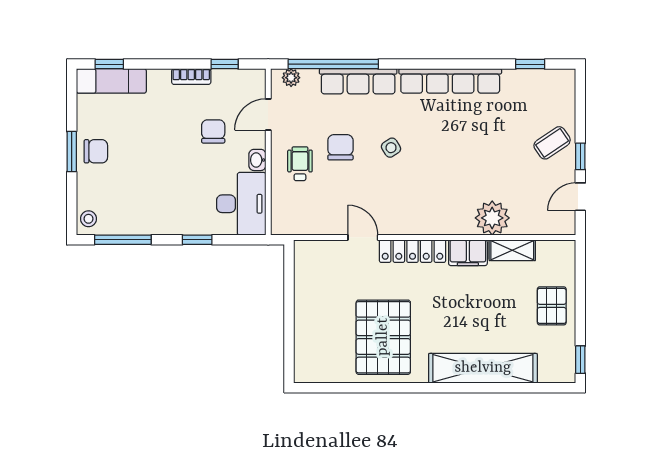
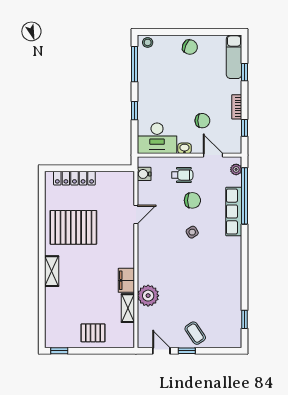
window: (109, 64) -> (245, 72), moved
row of seats: (450, 81) -> (234, 269), removed
chair: (96, 151) -> (190, 47), turned -67
window: (72, 152) -> (190, 32), removed
water cooler: (298, 224) -> (144, 174), added
locker: (413, 251) -> (74, 178), moved, turned -90
shelving: (483, 368) -> (52, 271), width x0.45, depth x0.75

